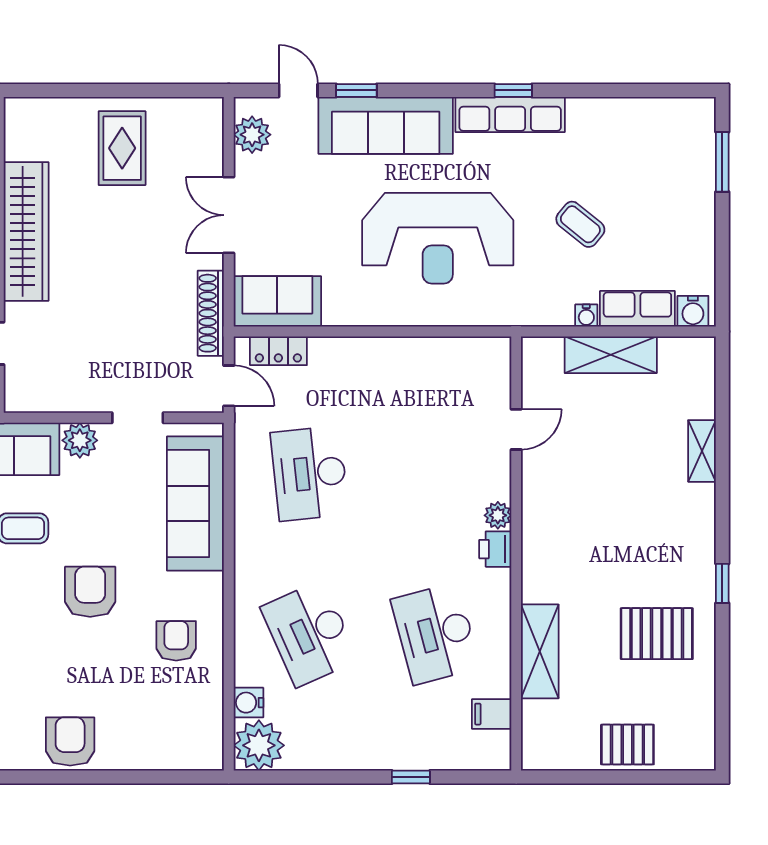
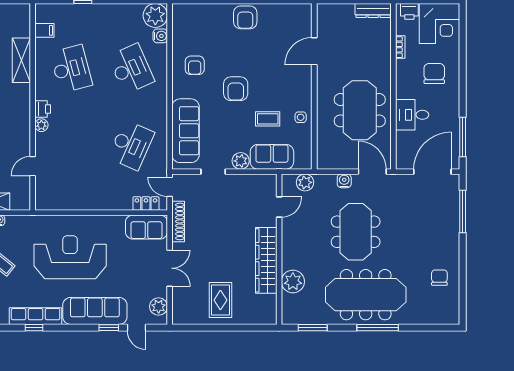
desk: (310, 473) -> (131, 145), turned 30

